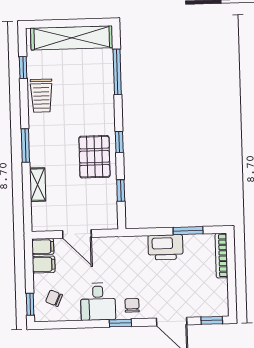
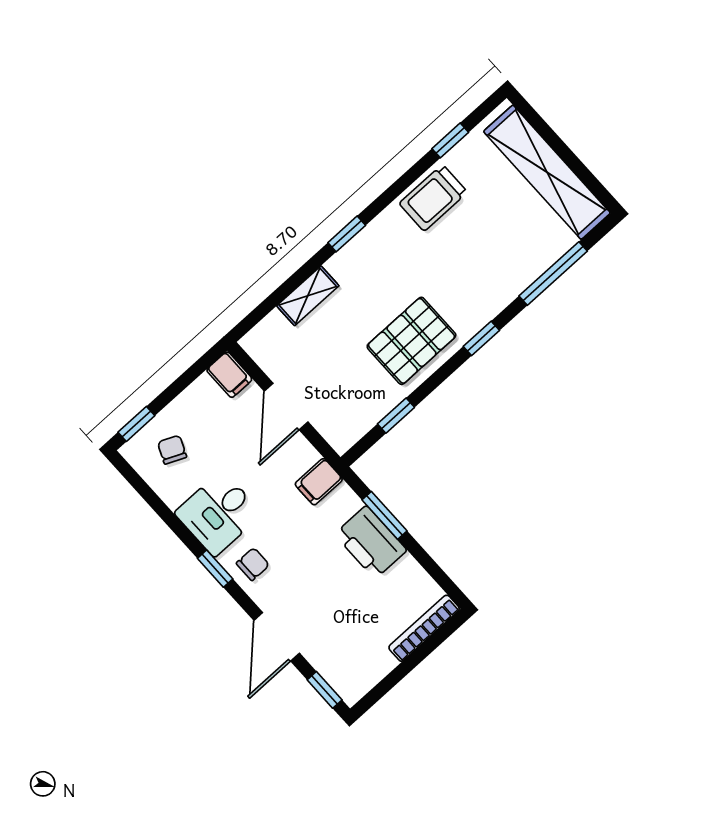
window: (119, 142) -> (481, 338), moved
window: (25, 146) -> (347, 234), width x0.67
window: (188, 231) -> (385, 515), moved
filing cabinet: (44, 265) -> (319, 482), moved, turned 90

